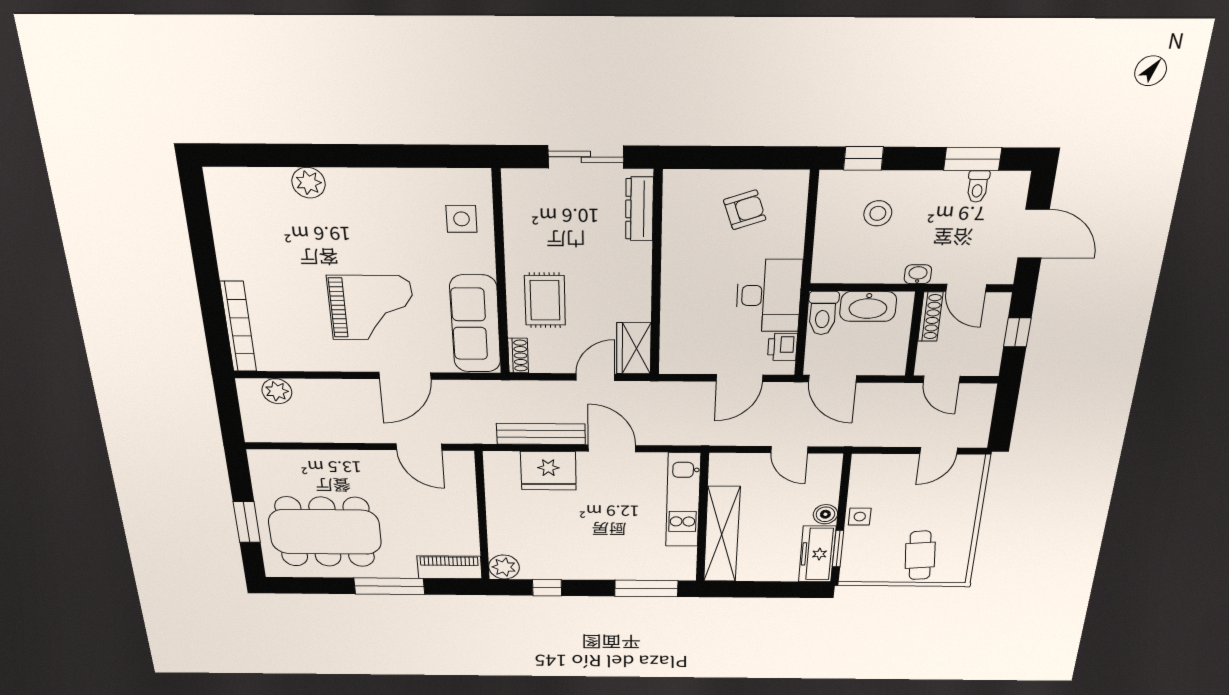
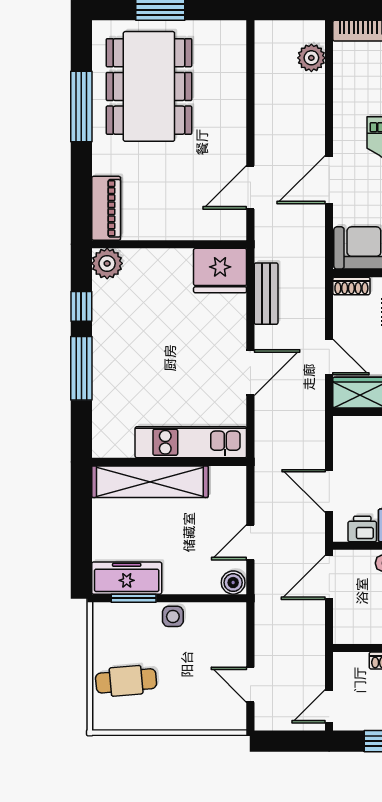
door: (405, 376) -> (329, 180), hinge flipped
door: (941, 379) -> (329, 706), moved
bench: (541, 434) -> (266, 294), width x0.73
fridge: (548, 471) -> (220, 271), moved, turned -90
boiler: (825, 514) -> (233, 583), moved
window: (389, 586) -> (81, 106), moved
window: (646, 588) -> (81, 368), moved

